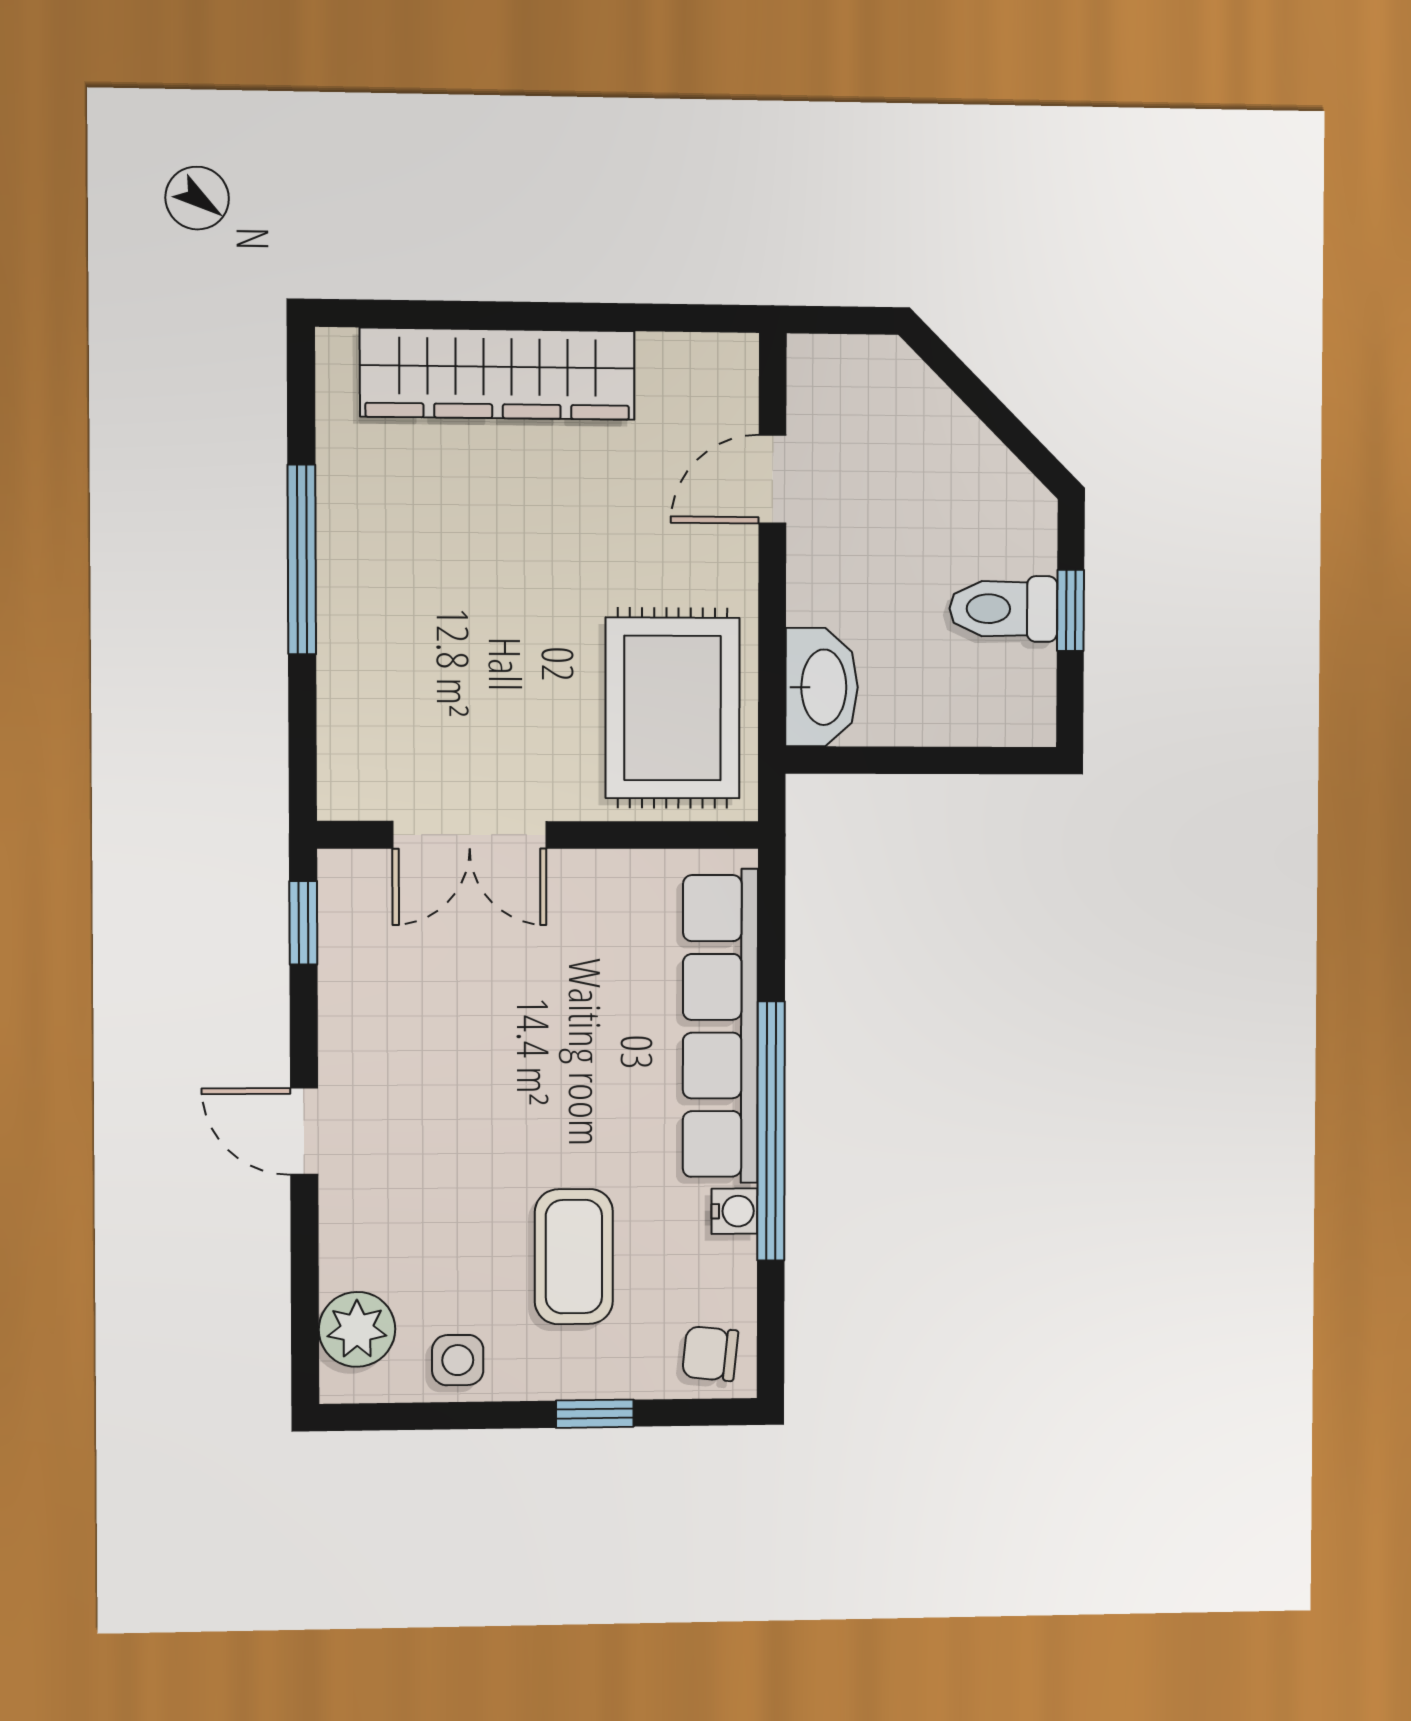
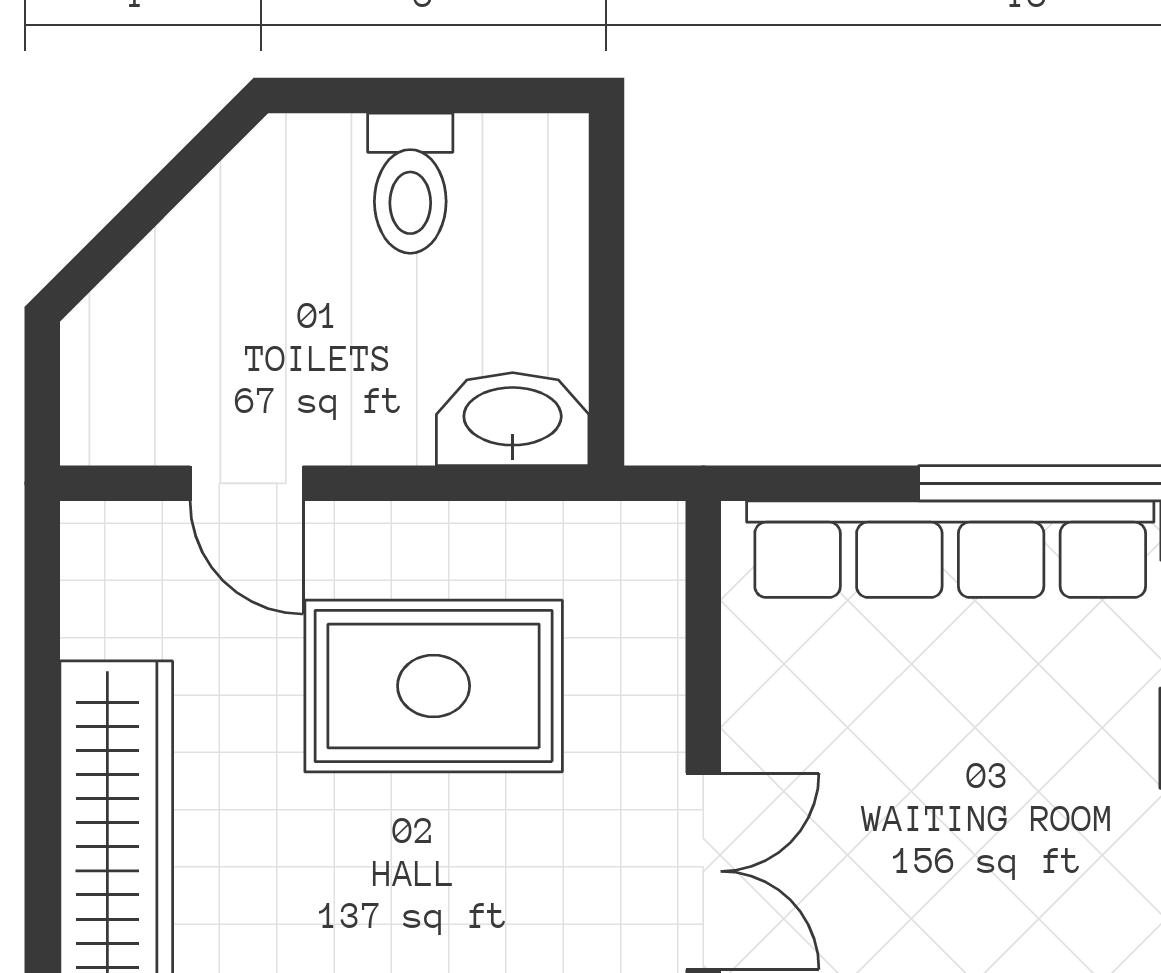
window: (1071, 610) -> (412, 96), removed
rug: (673, 708) -> (434, 686), moved

